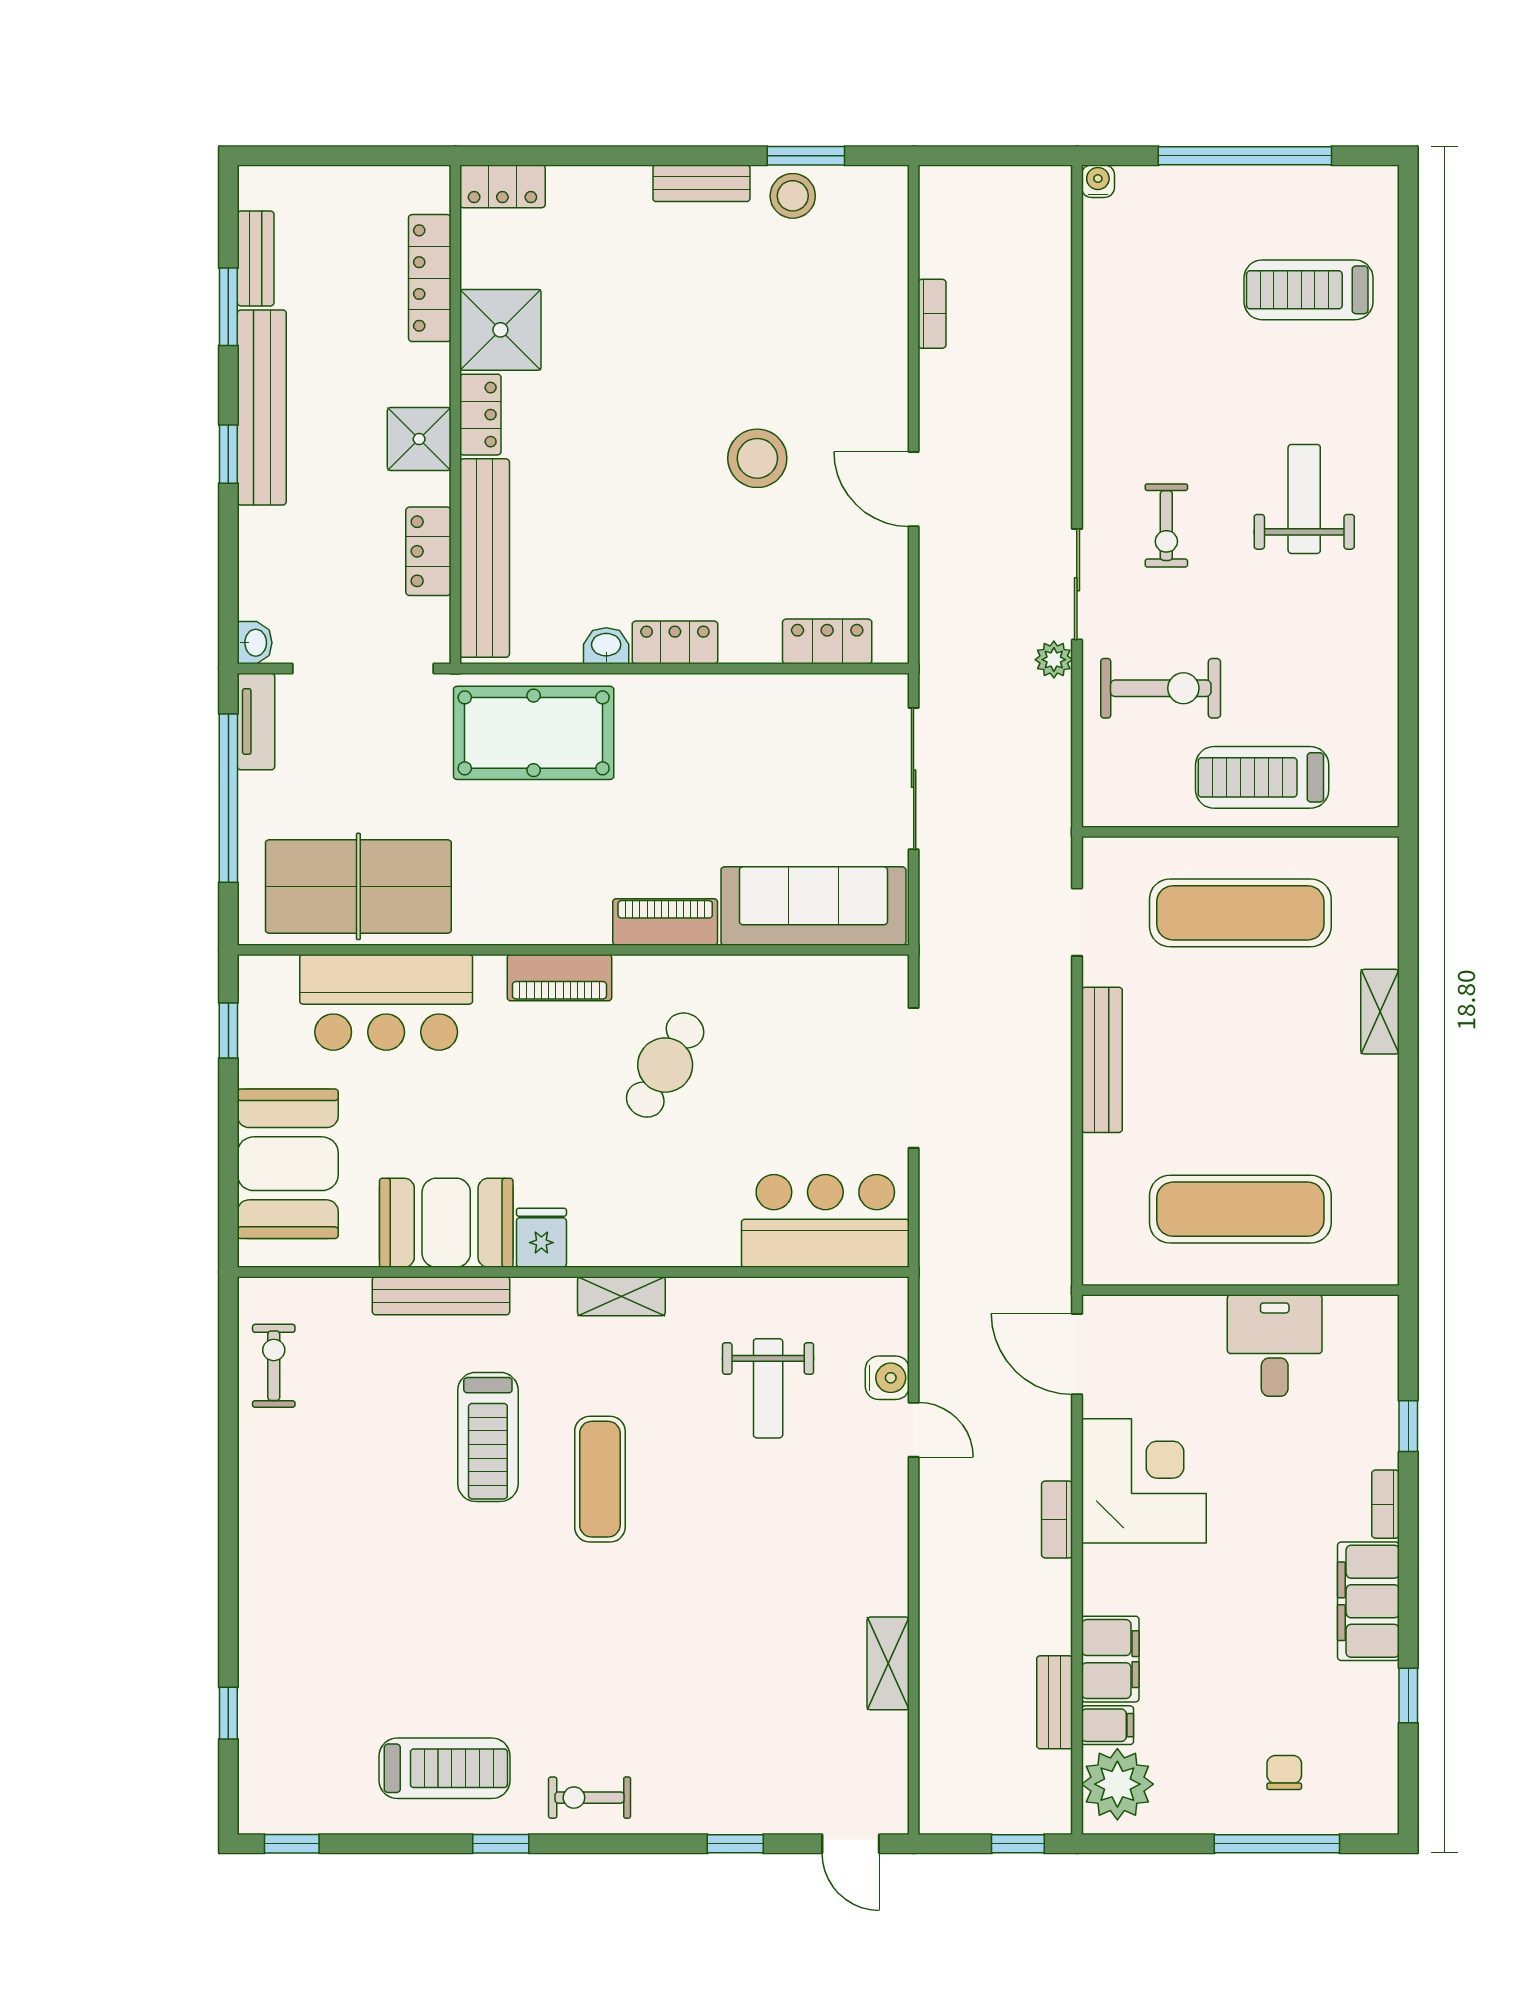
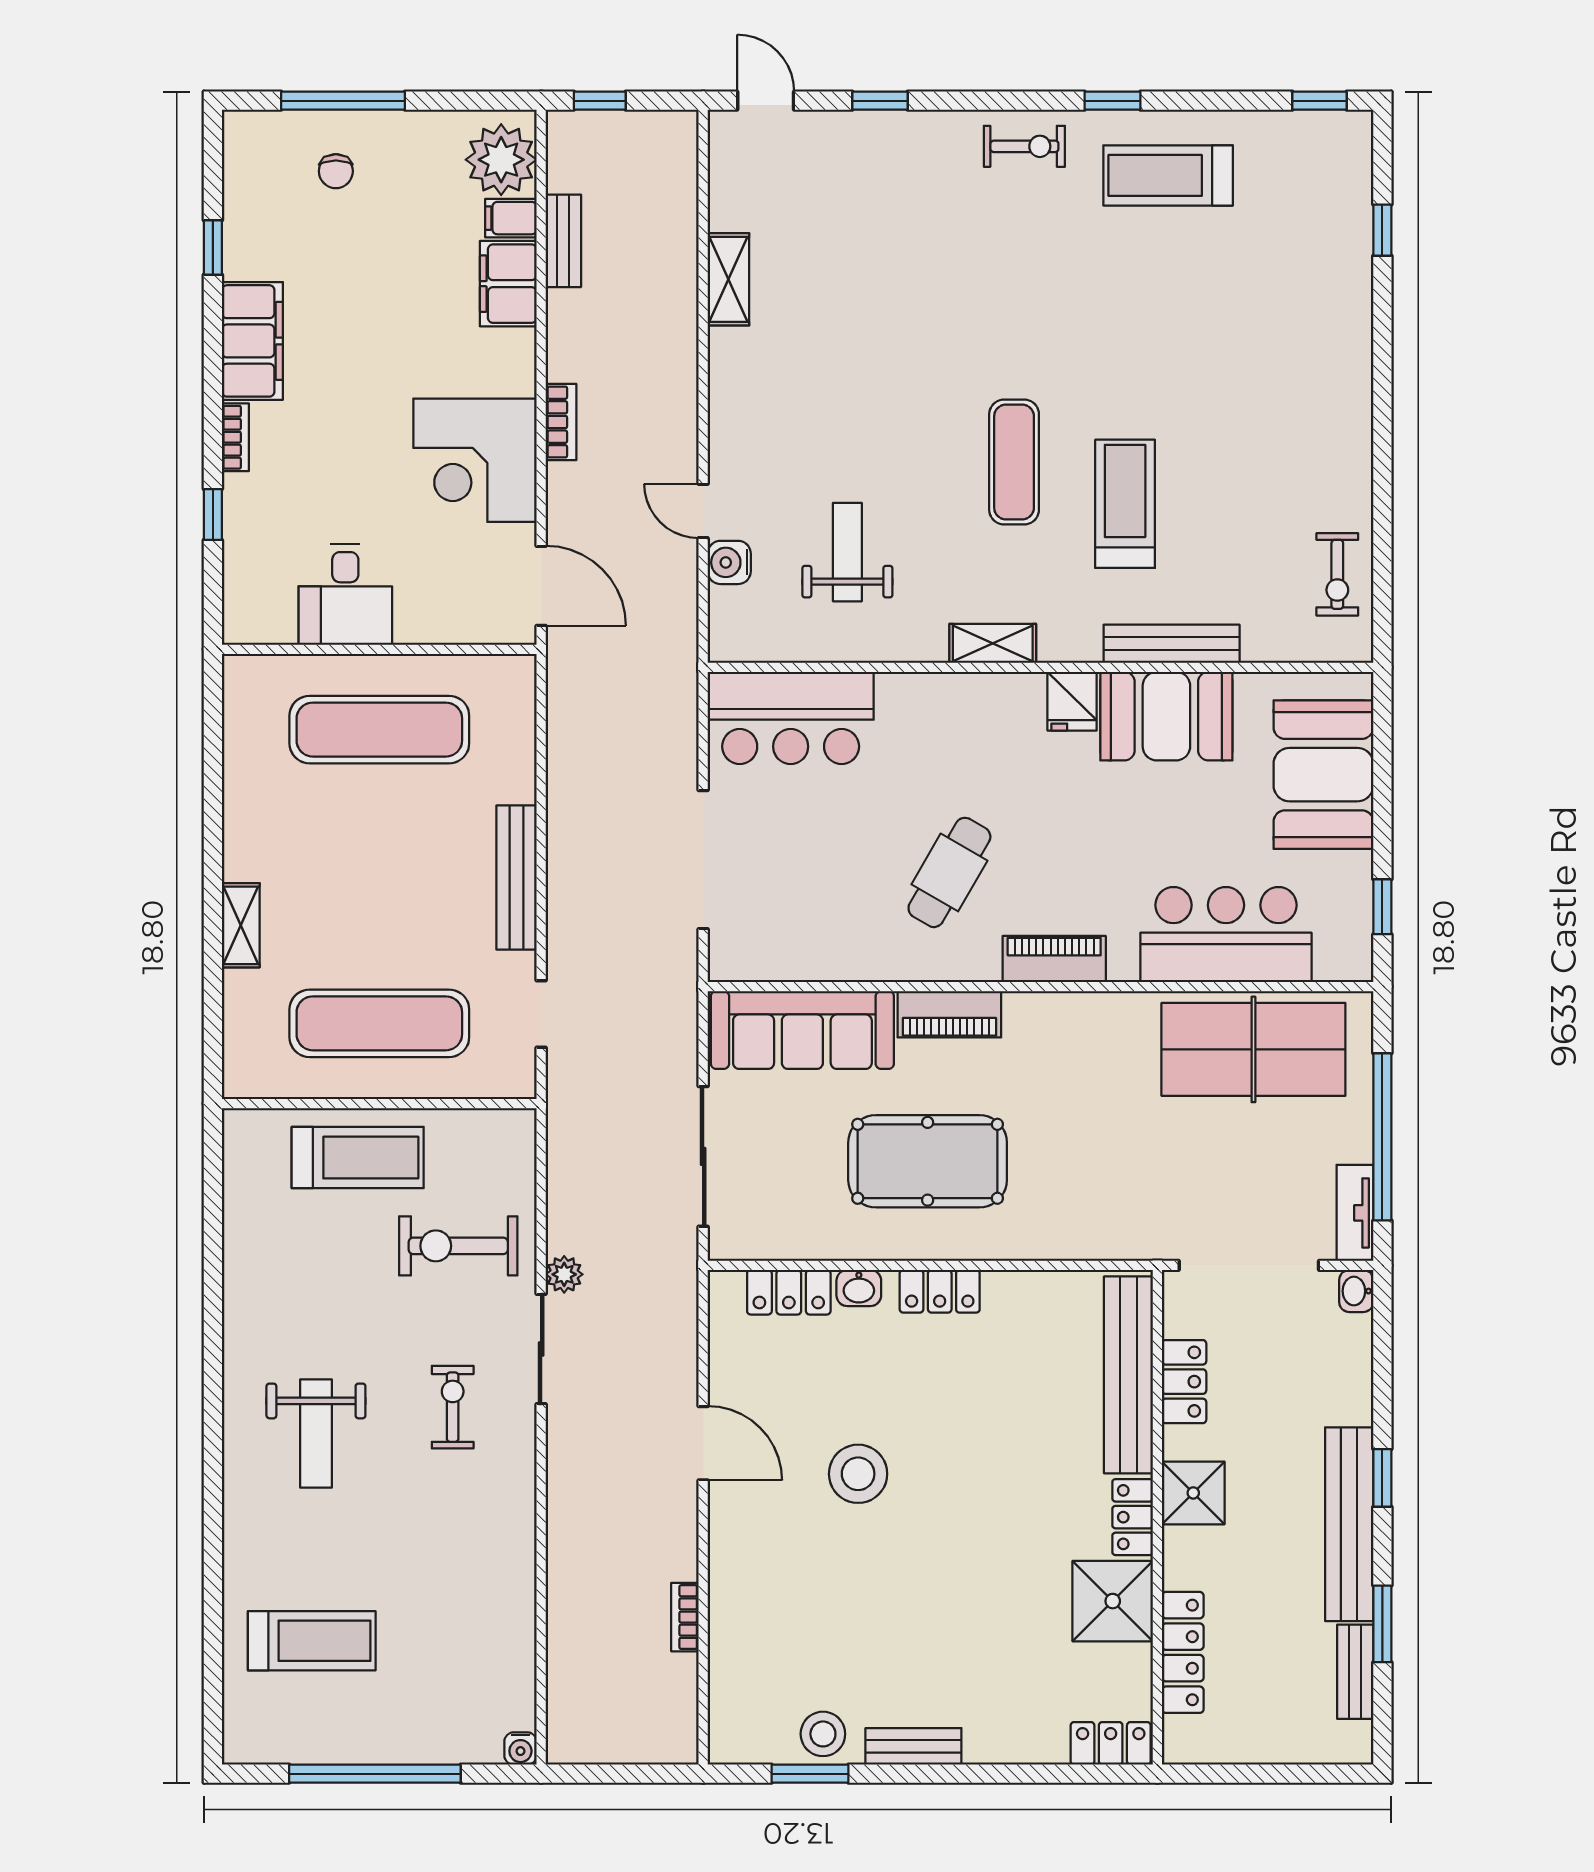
washbasin: (606, 646) -> (859, 1288), moved
pool table: (534, 733) -> (928, 1161), moved

